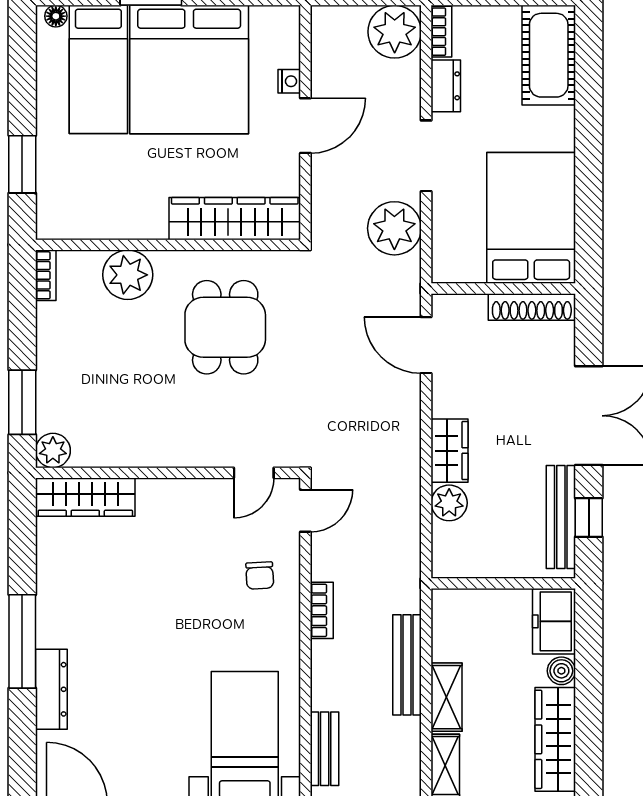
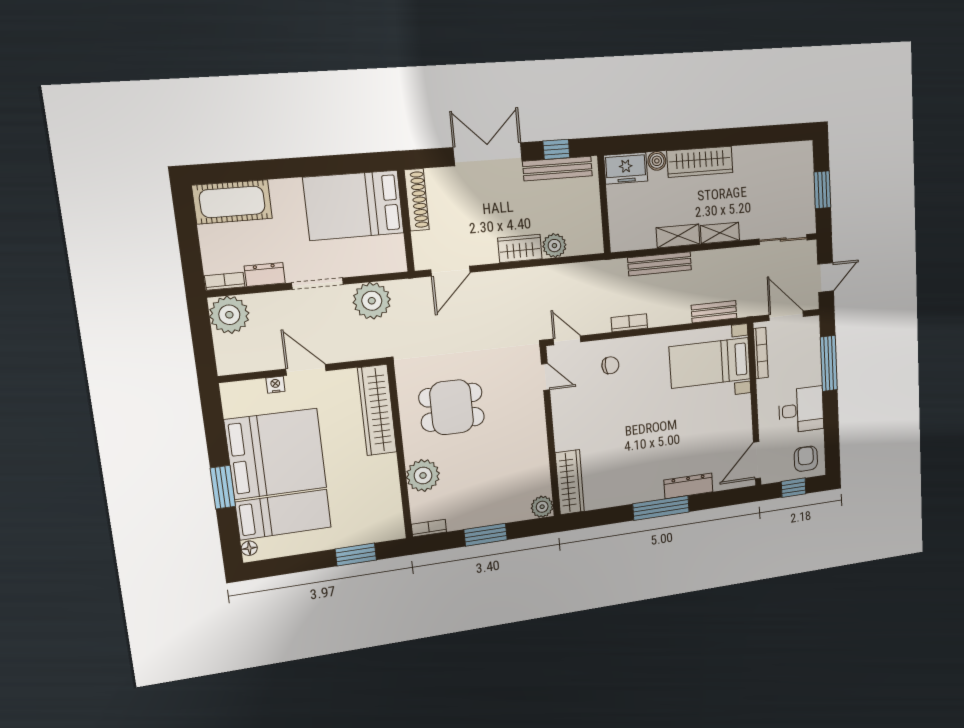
window: (22, 402) -> (486, 535), moved

